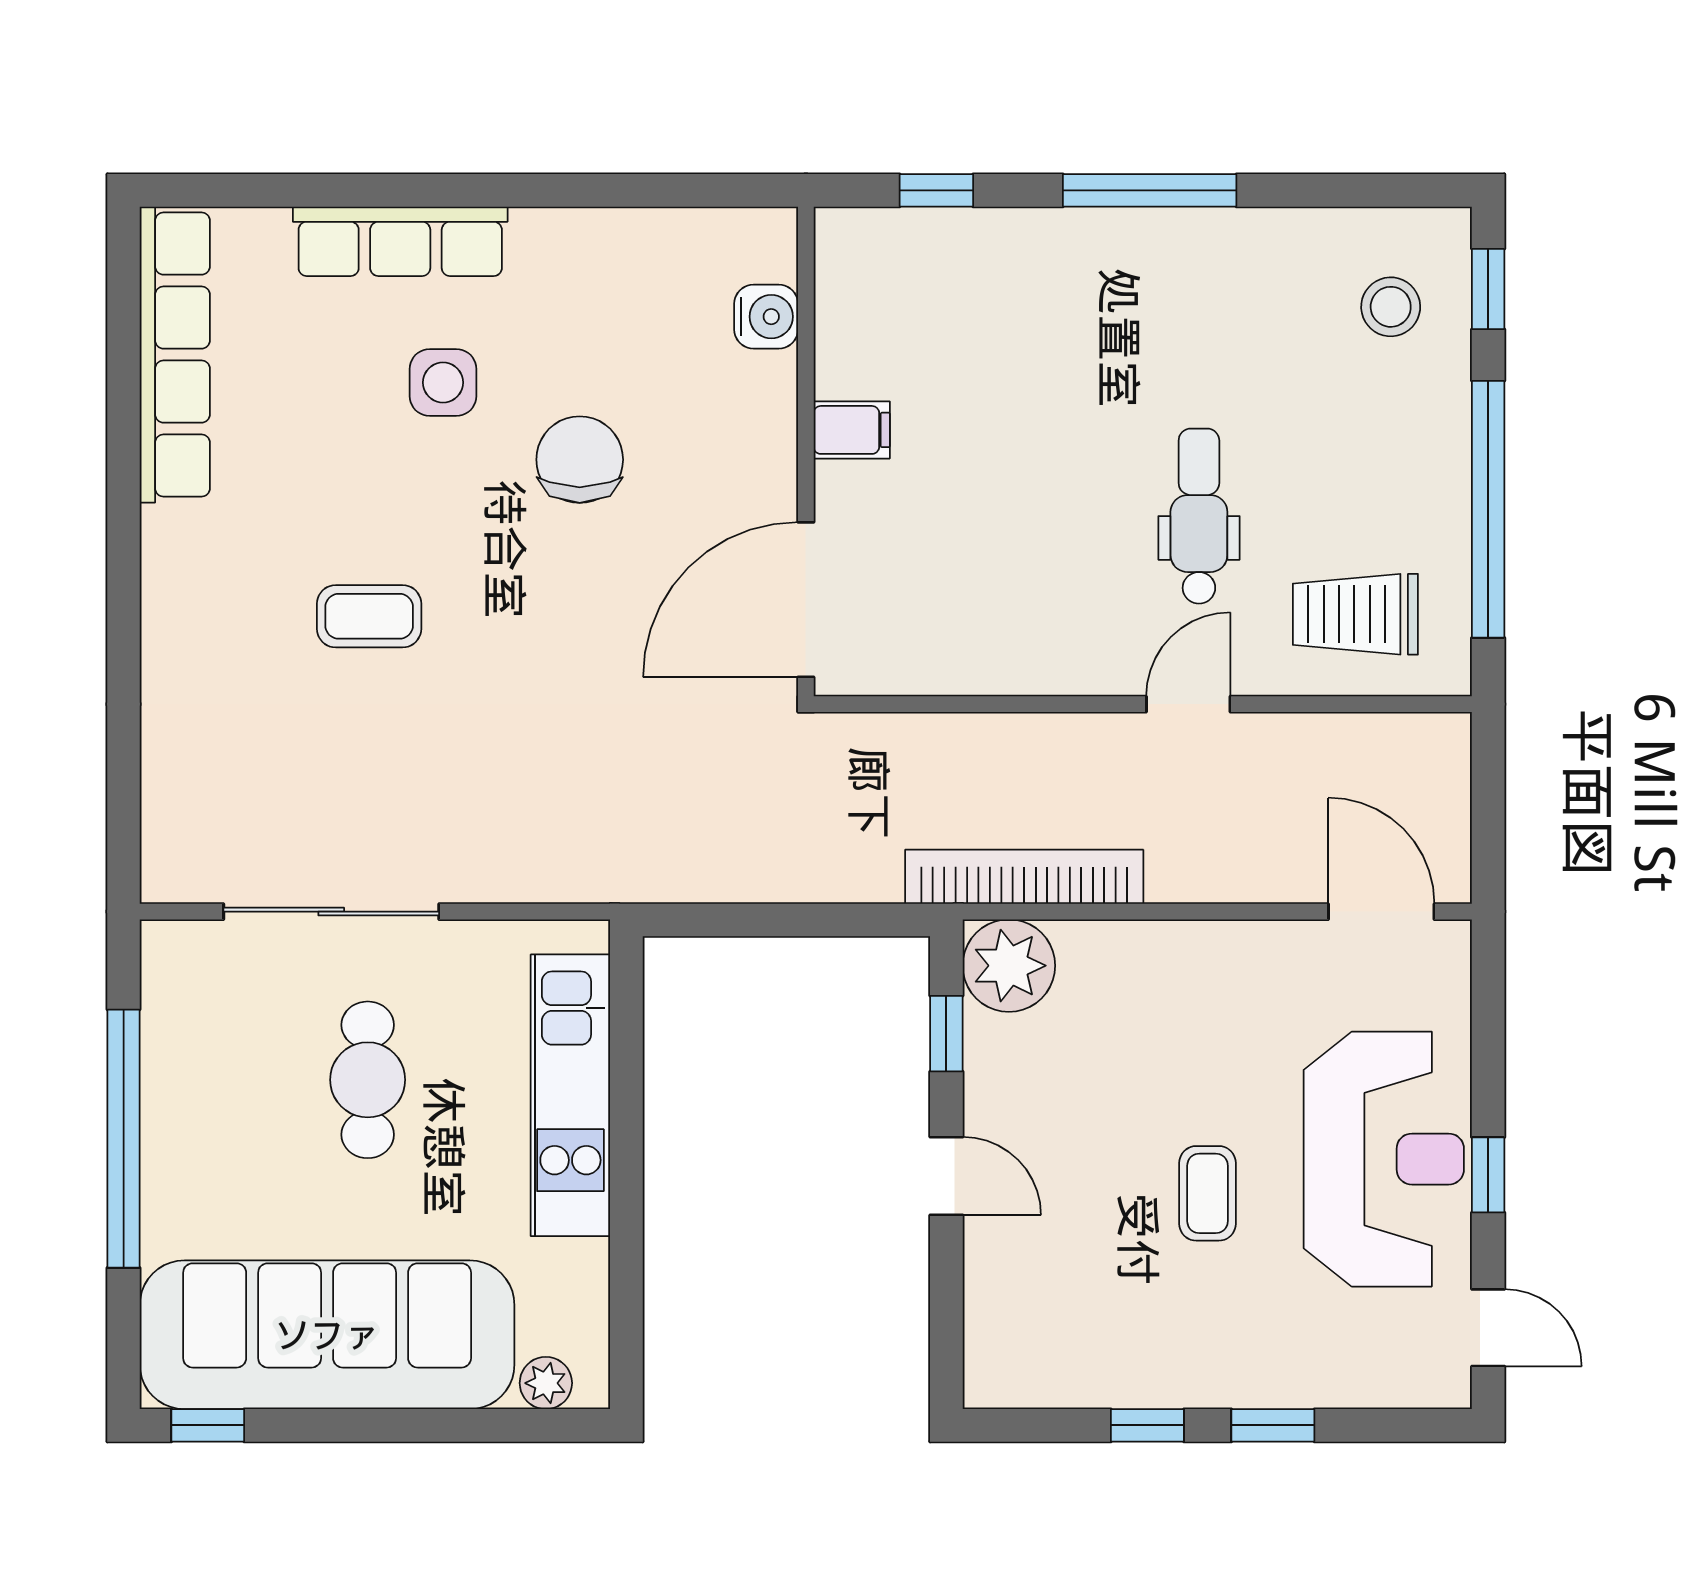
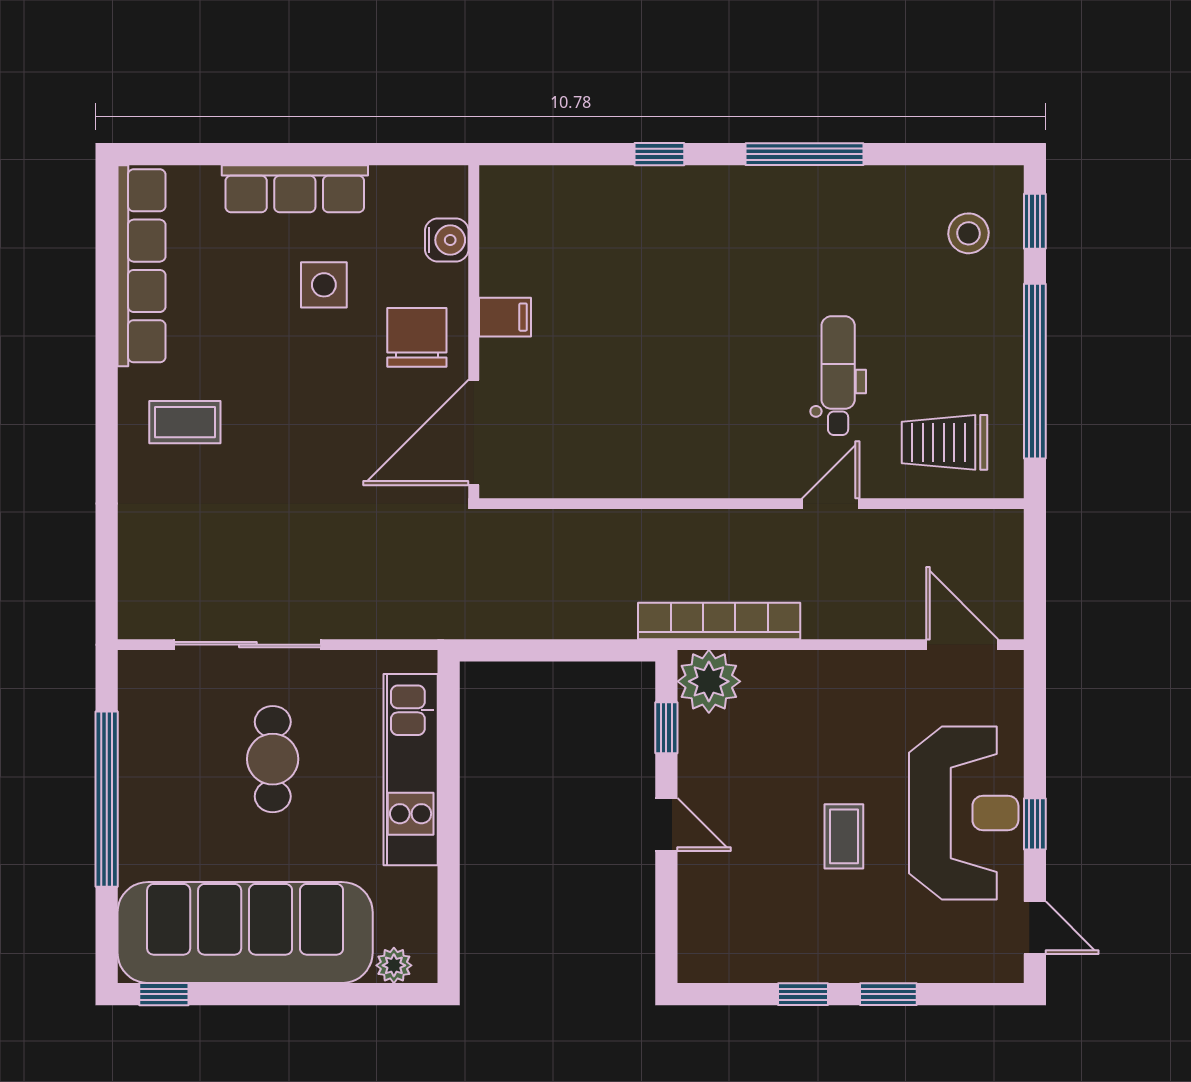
water cooler: (766, 317) -> (447, 240), moved
filing cabinet: (852, 430) -> (505, 317), moved
wall: (806, 451) -> (474, 332), moved
door: (806, 600) -> (474, 432), moved
coffee table: (369, 616) -> (185, 422), moved

